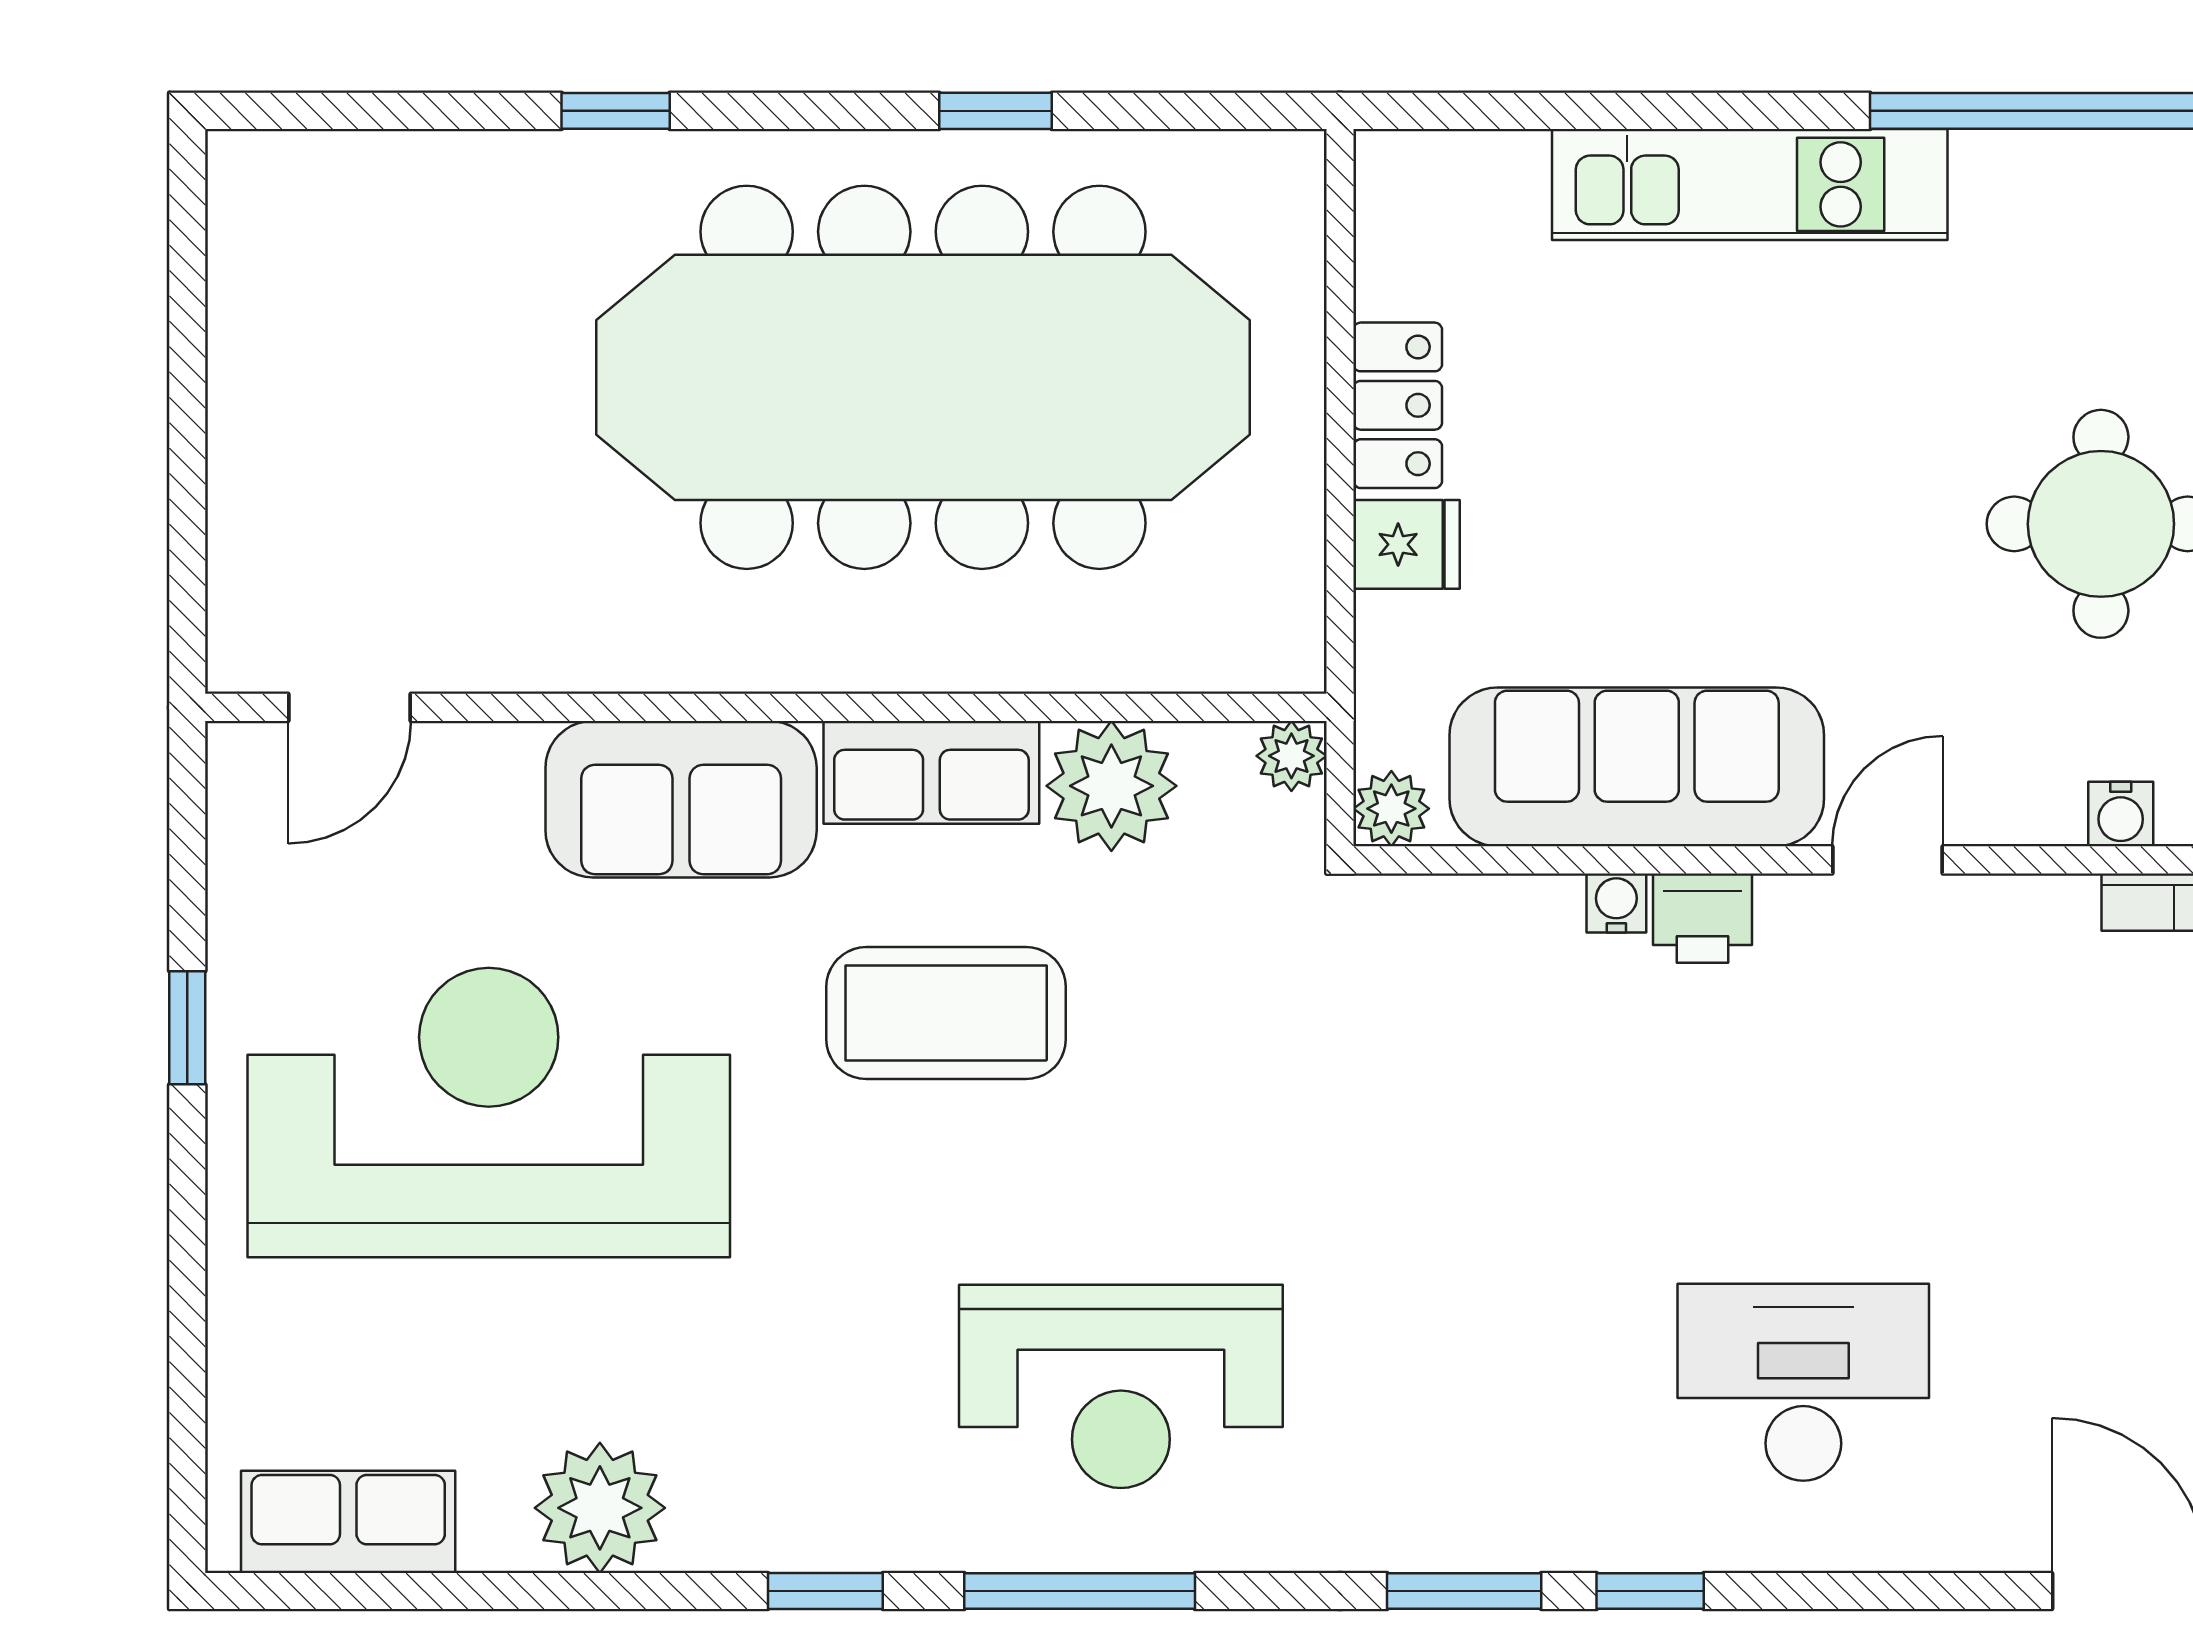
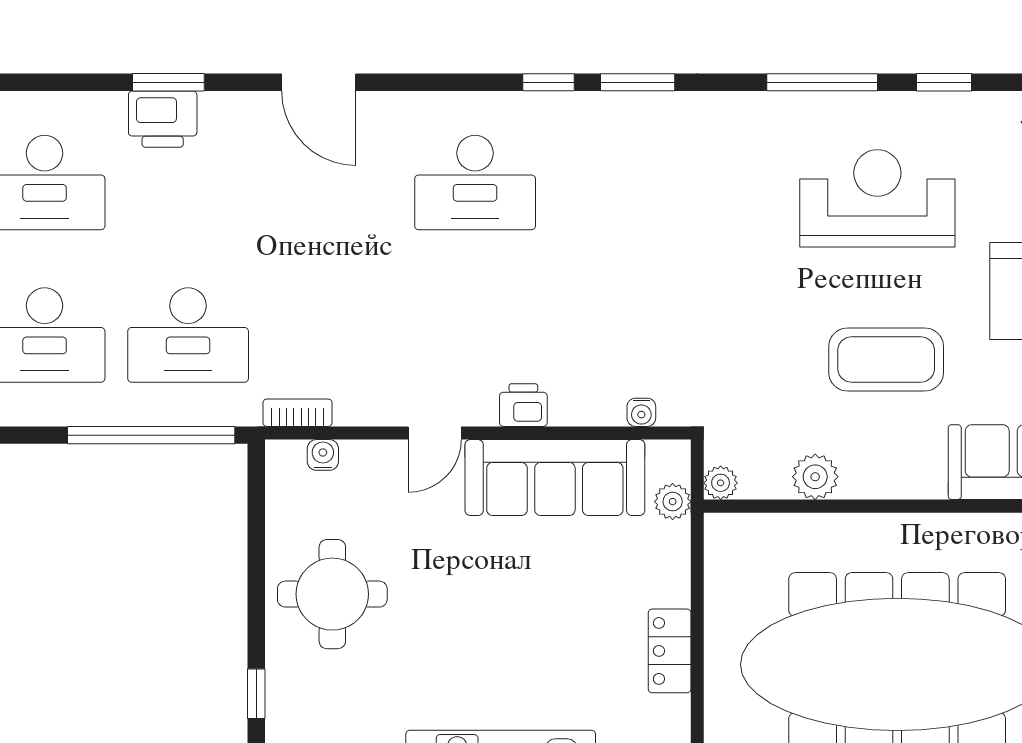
fridge: (1406, 544) -> (665, 584), removed
row of seats: (931, 772) -> (893, 475), removed
plant: (1111, 786) -> (815, 477), width x0.73, depth x0.73
plant: (1391, 809) -> (673, 502), moved
water cooler: (1616, 903) -> (641, 412), moved
reception desk: (1121, 1386) -> (877, 198), moved

